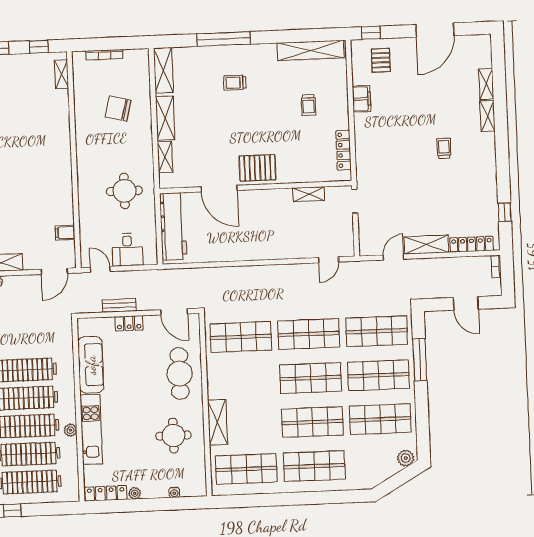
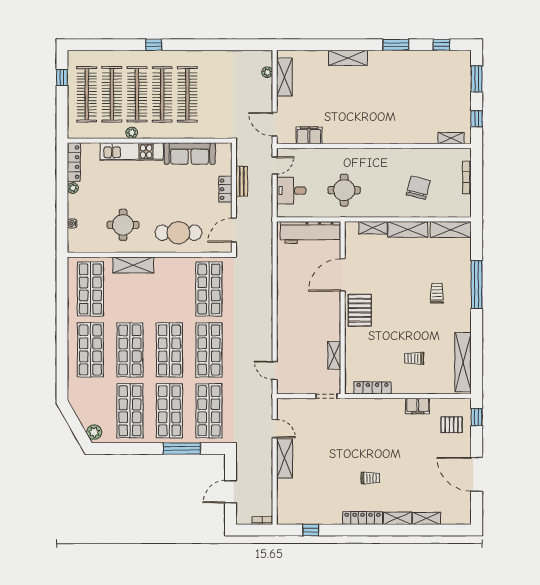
filing cabinet: (65, 233) -> (309, 135), width x2.00
locker: (472, 244) -> (363, 518), moved, turned -90

